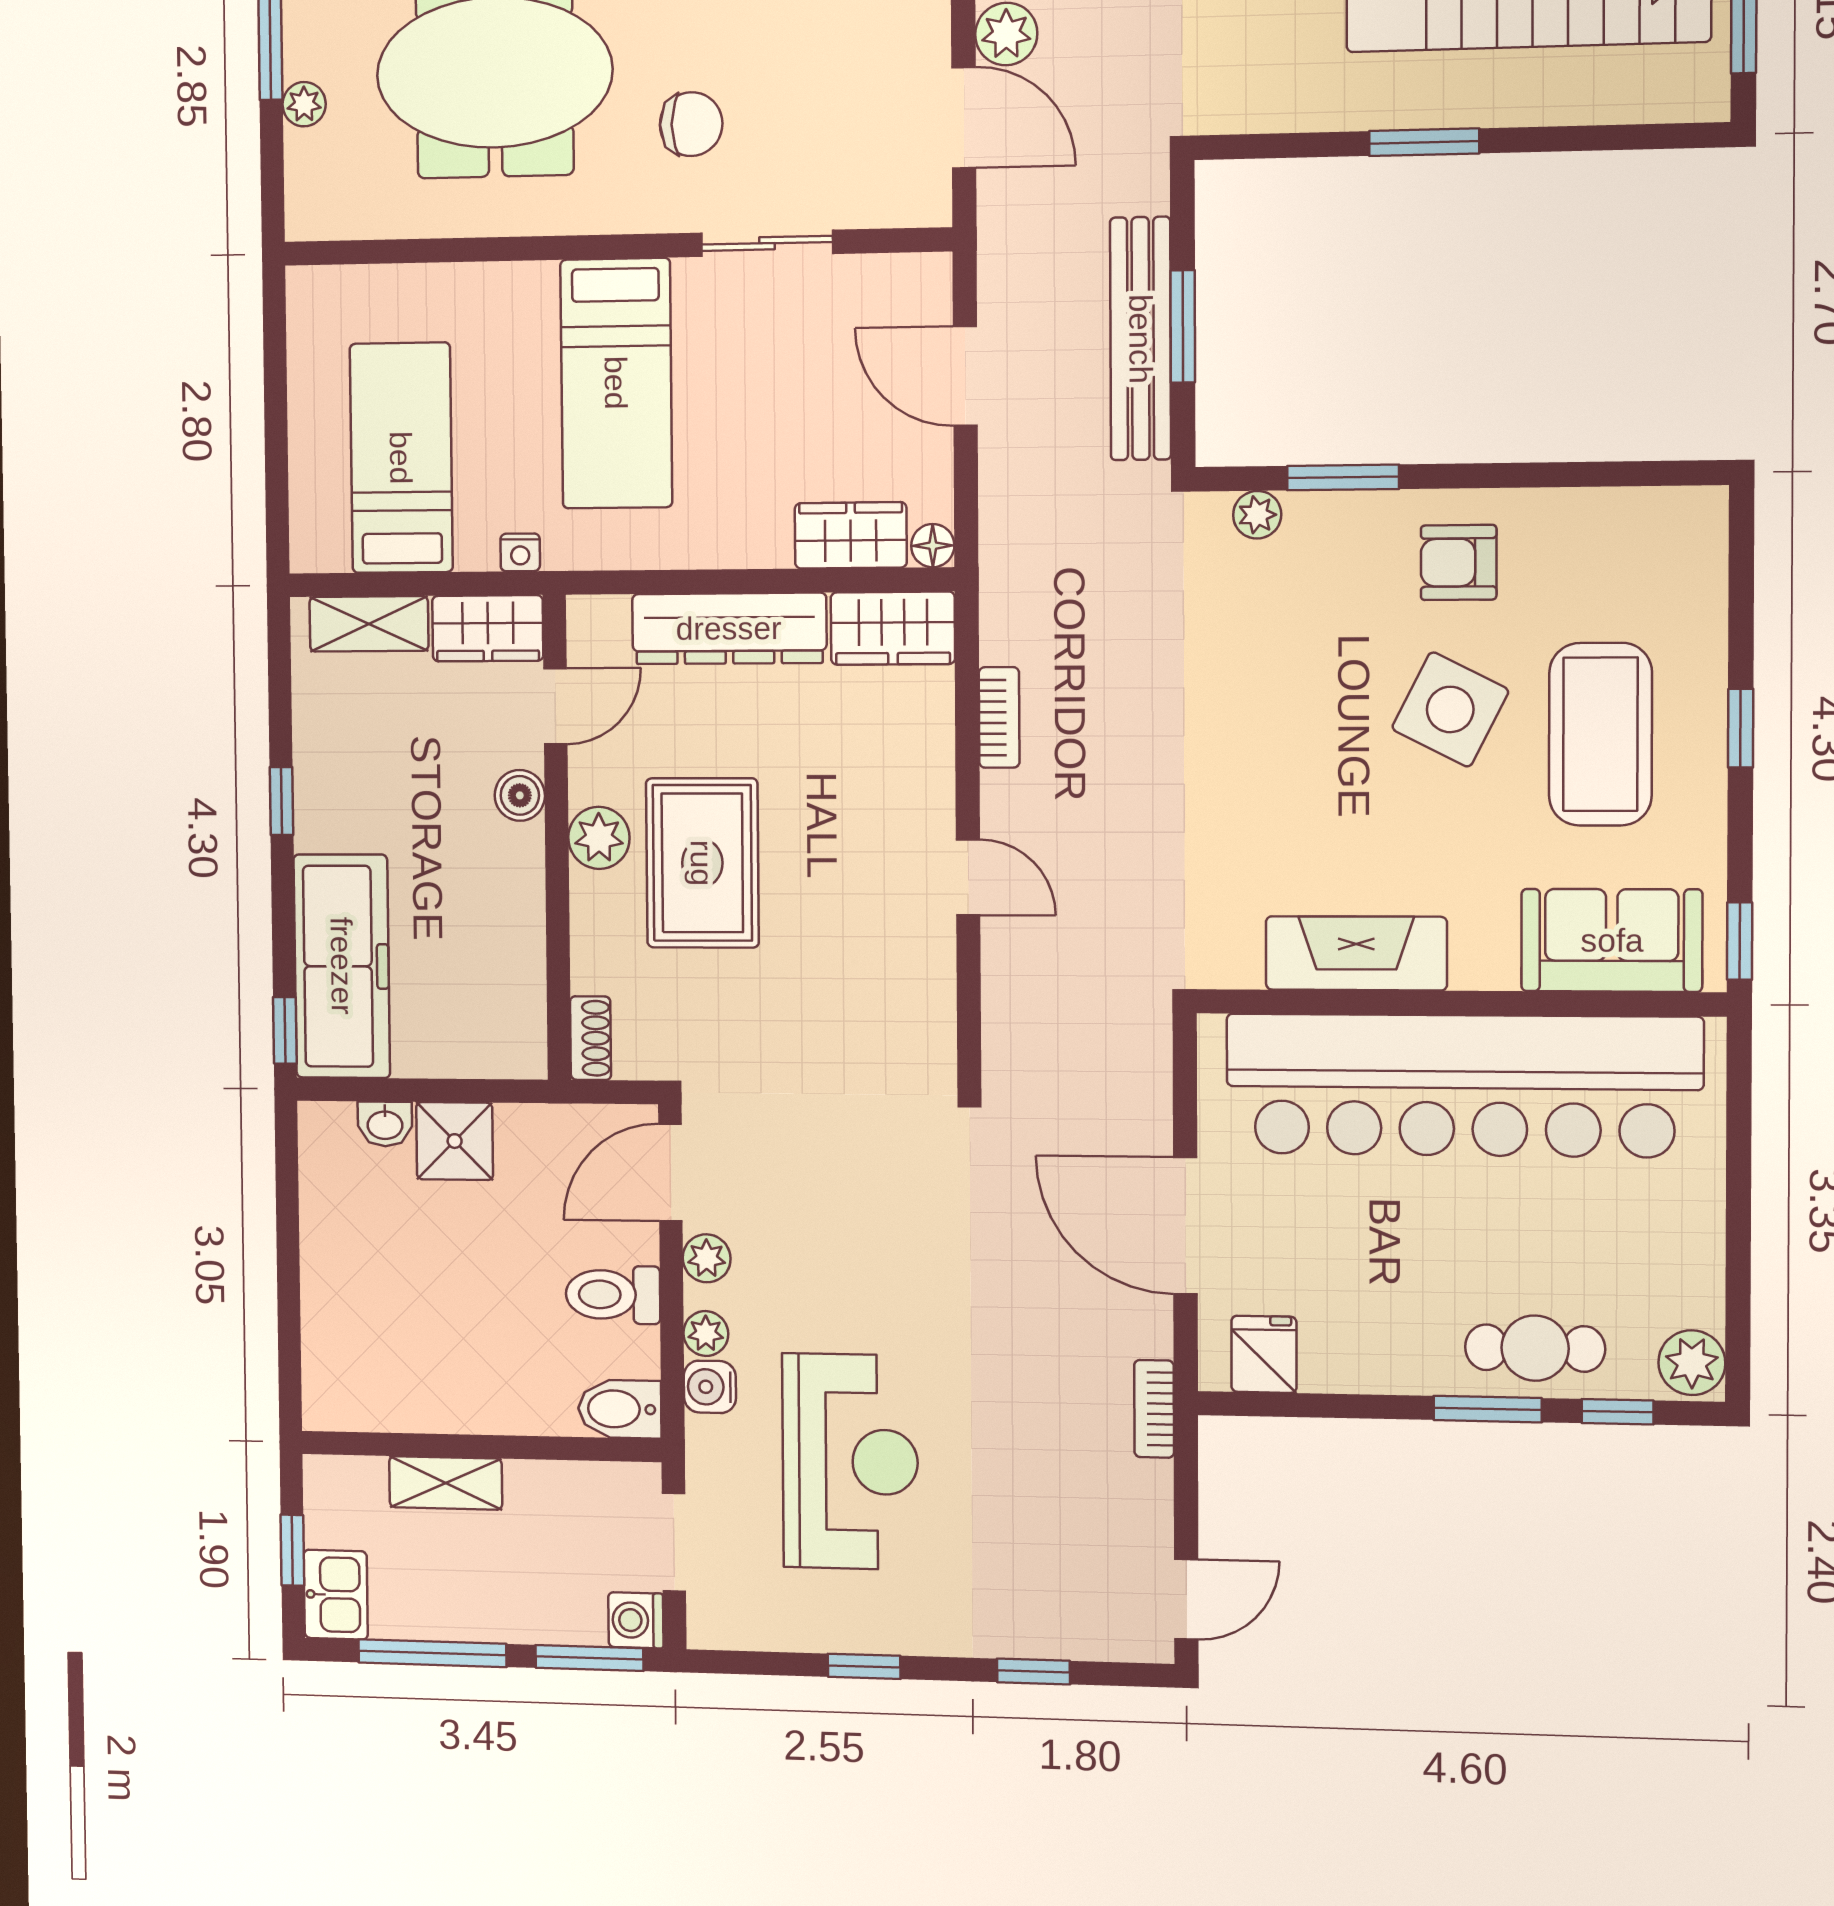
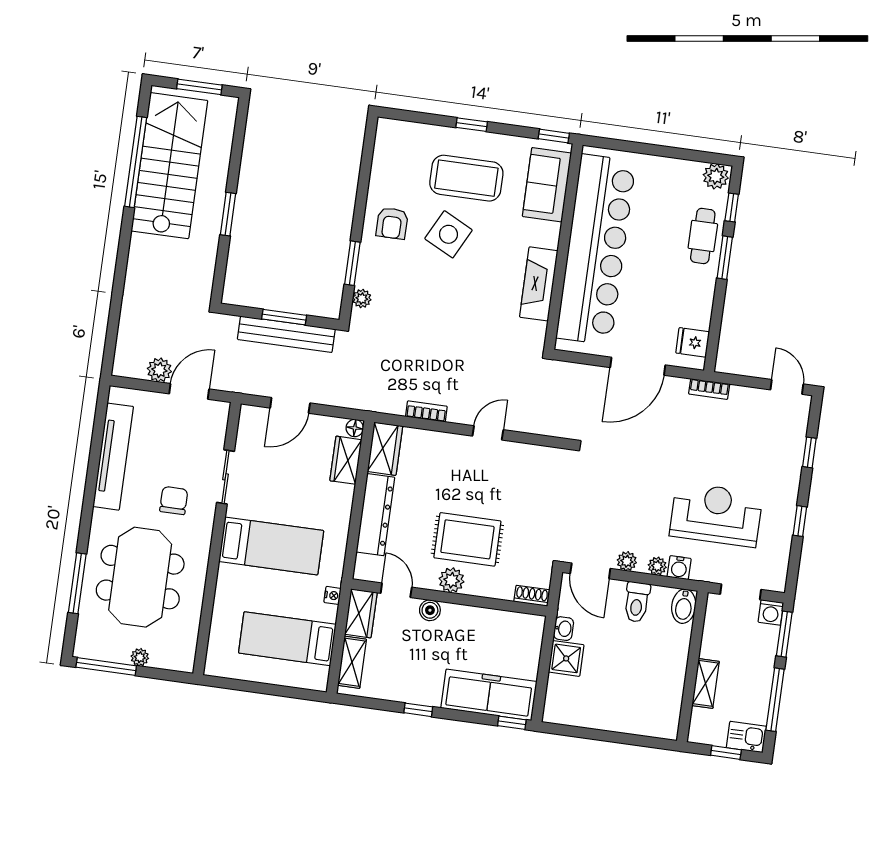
washbasin: (385, 1124) -> (564, 629), moved

